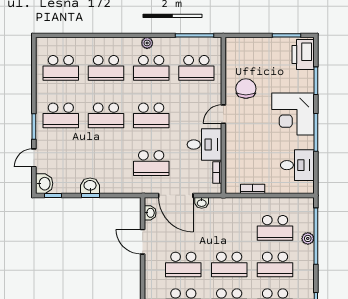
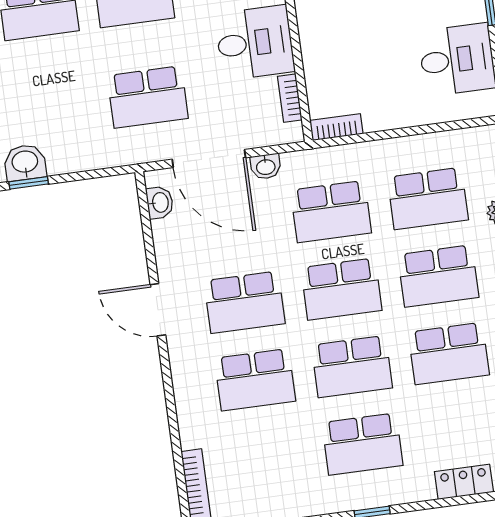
bookcase: (253, 189) -> (336, 127), moved
school desk: (229, 228) -> (331, 212), added
door: (143, 242) -> (158, 310), moved

